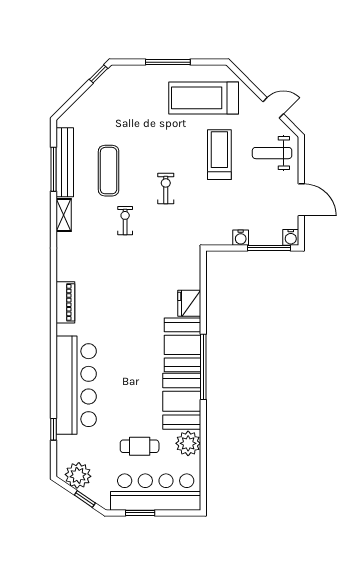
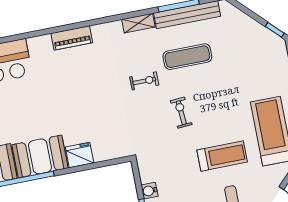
exercise bike: (166, 189) -> (181, 113), turned -94
piano: (65, 302) -> (72, 38), moved

